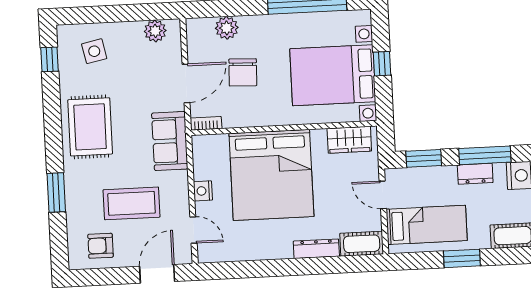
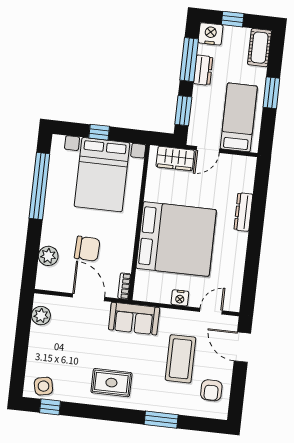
side table: (94, 51) -> (43, 386), moved
rug: (90, 127) -> (111, 383), width x0.73, depth x0.70
wardrobe: (349, 140) -> (175, 158), moved, turned 90
cot: (362, 244) -> (245, 174), removed

